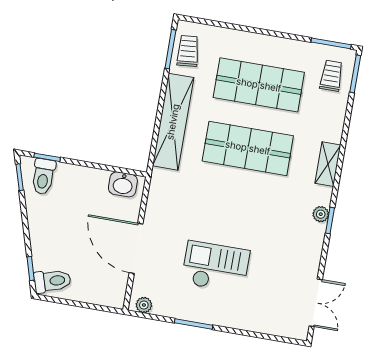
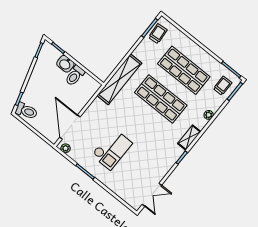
shelving: (173, 122) -> (119, 79), moved
shelving: (328, 164) -> (189, 138), moved
toilet: (43, 176) -> (75, 76), moved
washbasin: (123, 184) -> (65, 64), moved
plant: (321, 214) -> (209, 115), moved
door: (136, 248) -> (70, 127), moved
checkout: (216, 267) -> (112, 149), turned 90

